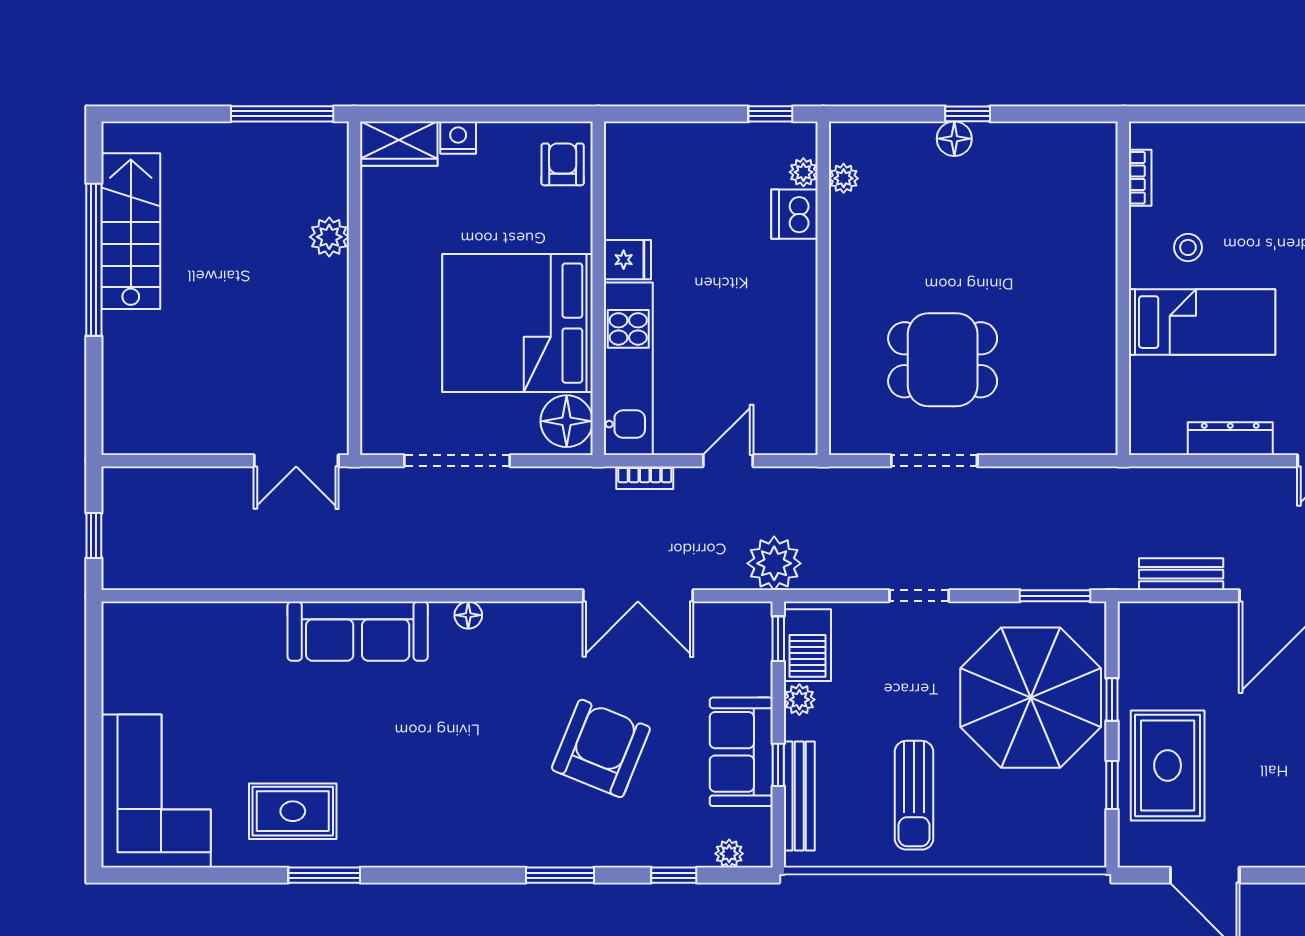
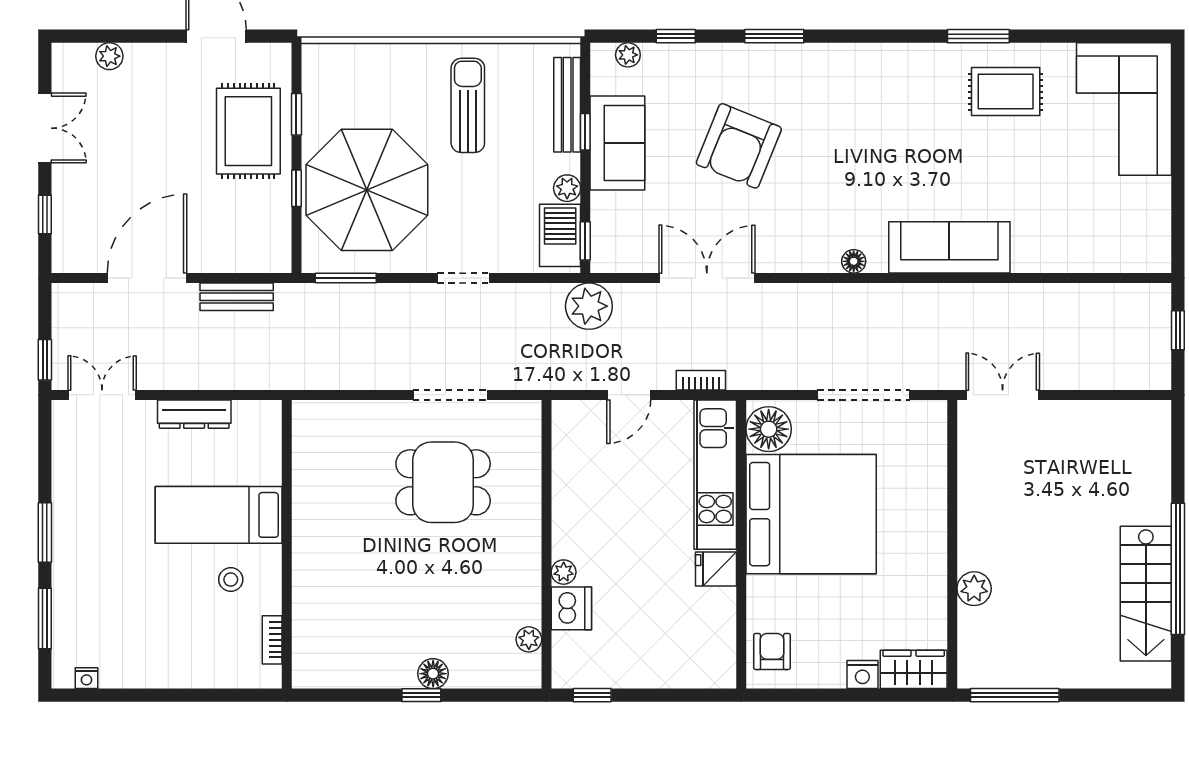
armchair: (563, 164) -> (772, 651), turned 180
plant: (803, 172) -> (564, 572), moved

